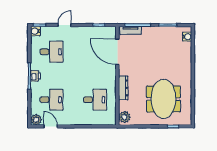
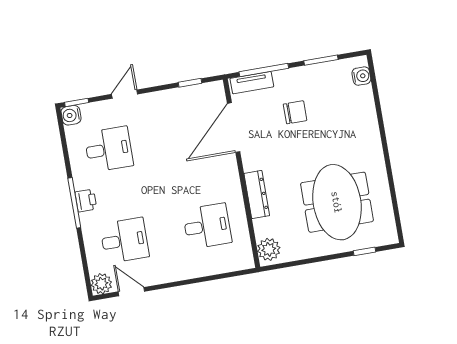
chair: (150, 49) -> (295, 112), added
door: (117, 52) -> (234, 128), hinge flipped

